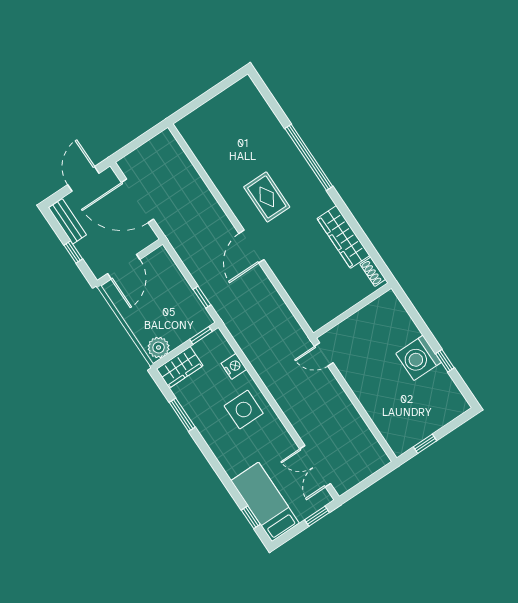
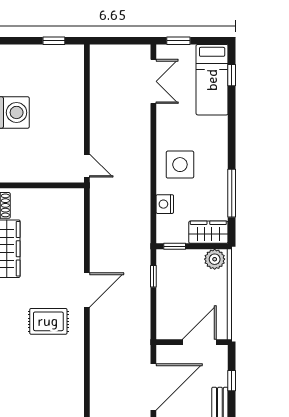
rug: (267, 197) -> (48, 321), turned 90
door: (137, 201) -> (153, 387), hinge flipped
window: (182, 415) -> (232, 193), width x1.44

